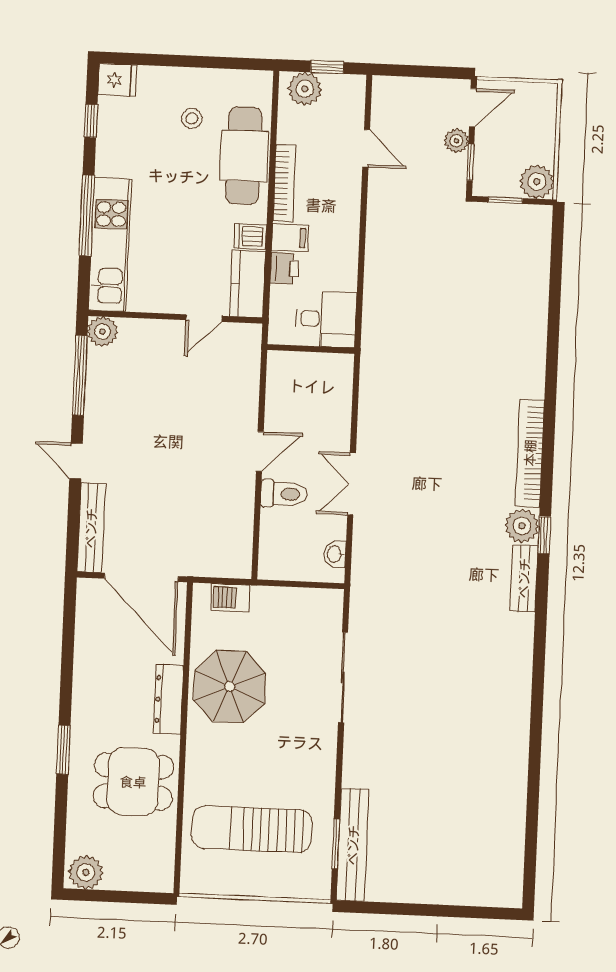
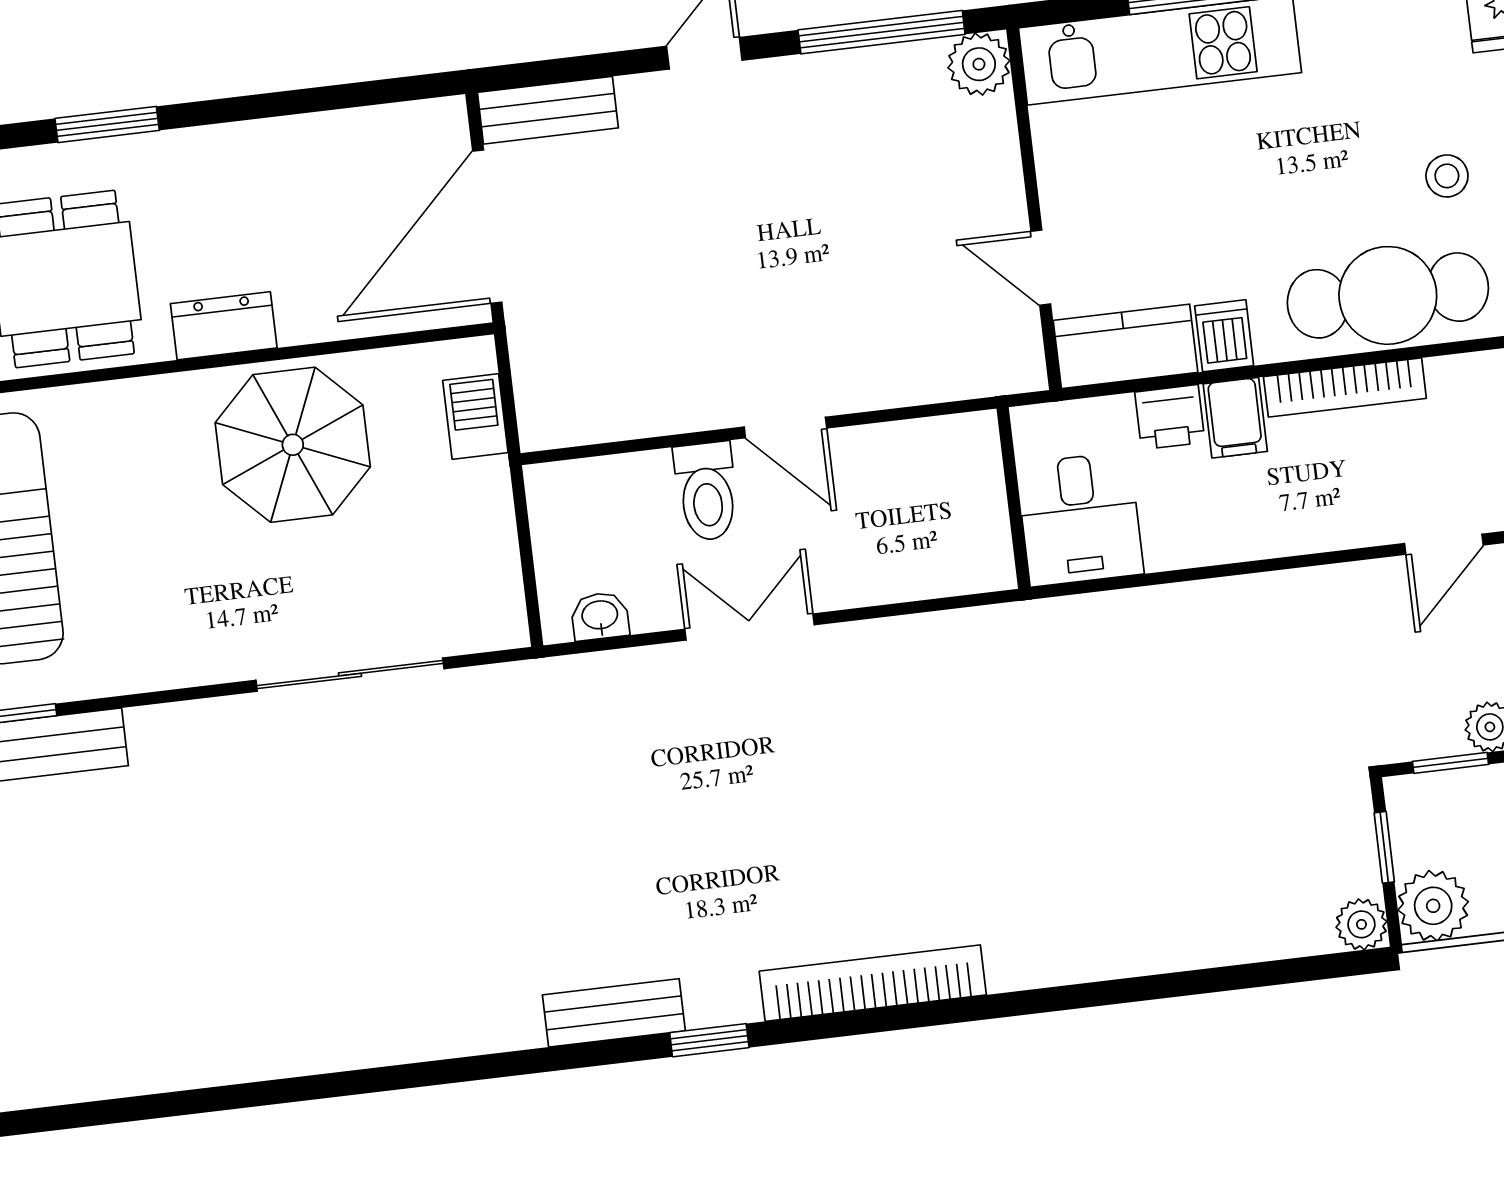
plant: (522, 526) -> (1361, 924), moved, width x0.73, depth x0.73
bench: (91, 528) -> (548, 110), width x0.73
dresser: (168, 699) -> (224, 326), width x0.70

